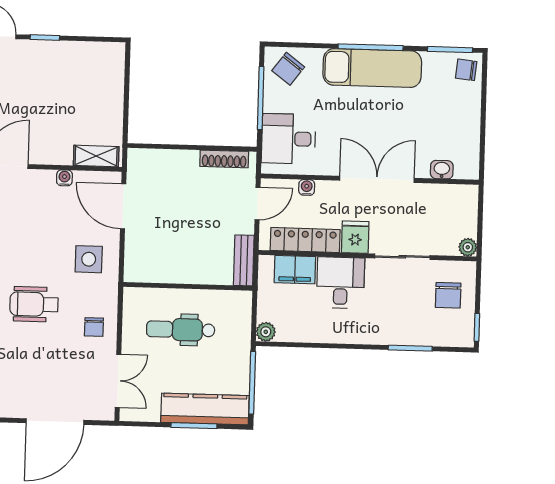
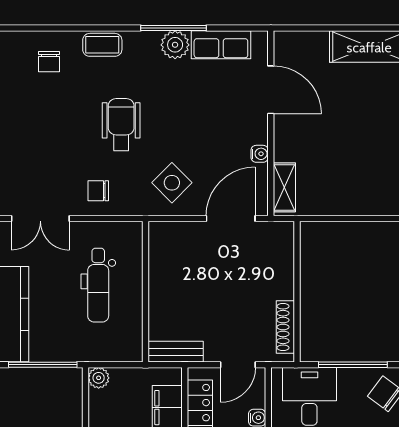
door: (258, 204) -> (238, 365), hinge flipped
side table: (89, 259) -> (172, 183), turned 45
dental chair: (181, 330) -> (98, 285), turned 180

